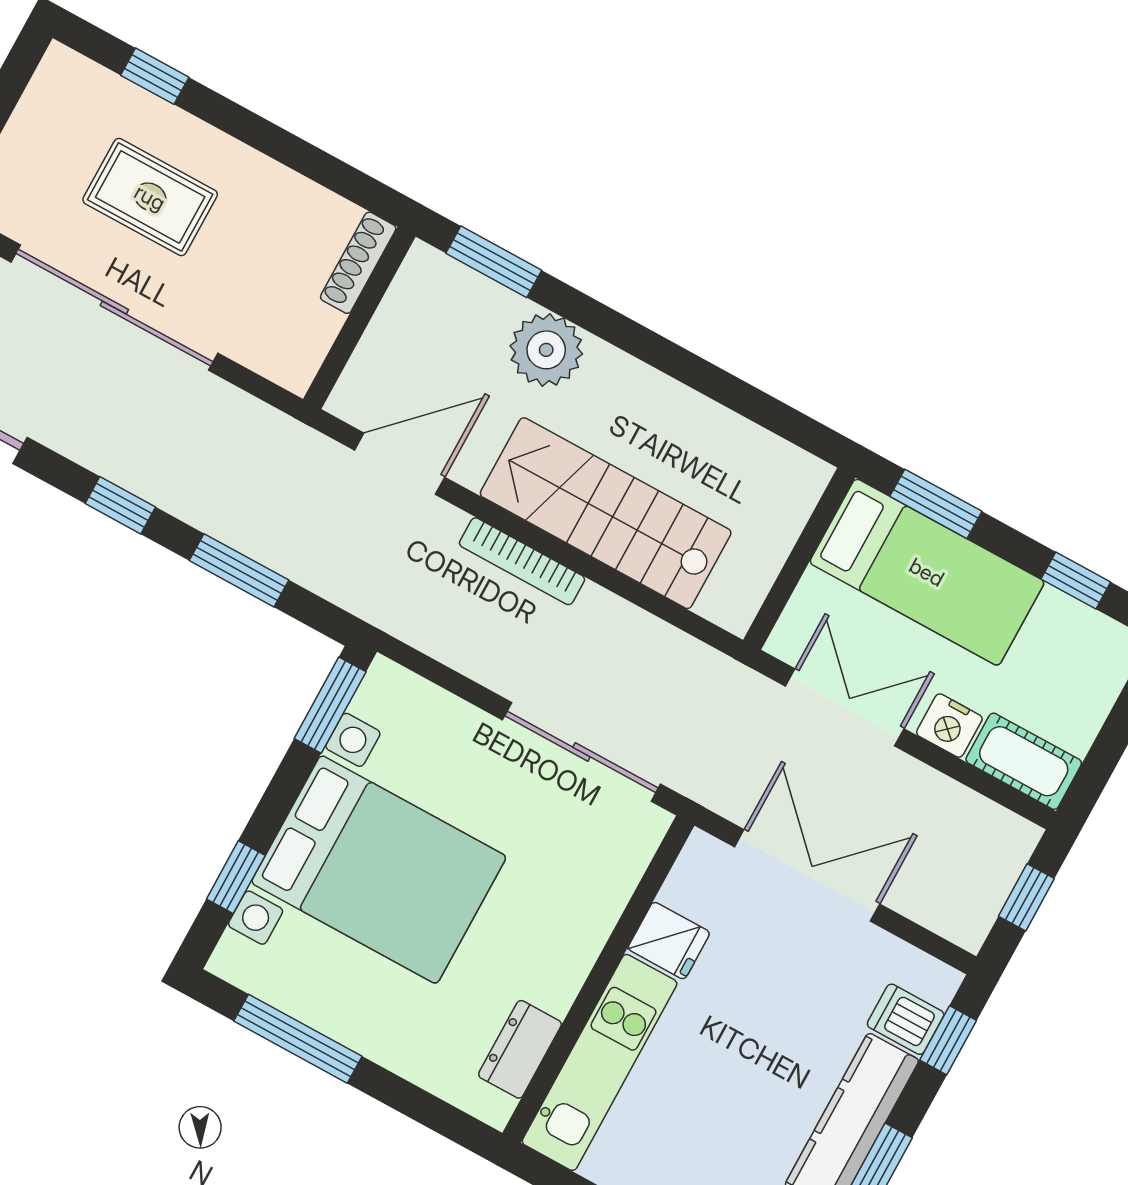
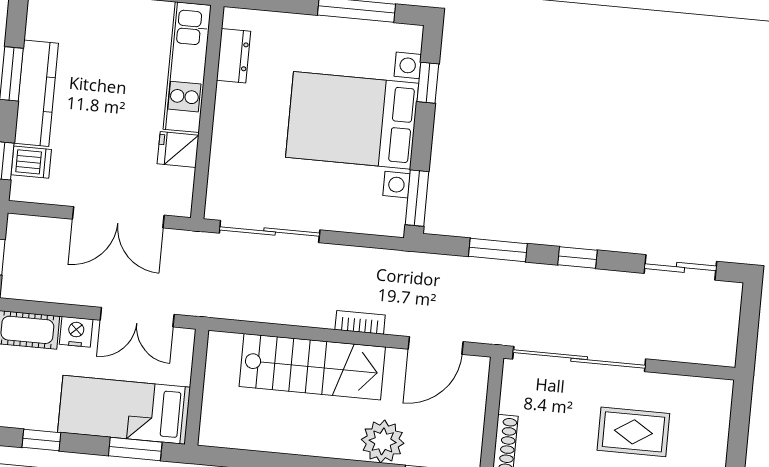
sliding door: (114, 308) -> (579, 359), moved
bookcase: (522, 561) -> (360, 322), width x0.64

